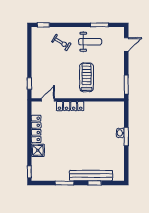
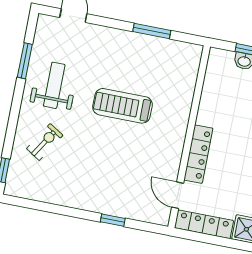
door: (48, 100) -> (178, 195), moved
wall: (78, 100) -> (189, 137), moved
locker: (70, 106) -> (198, 154), moved

